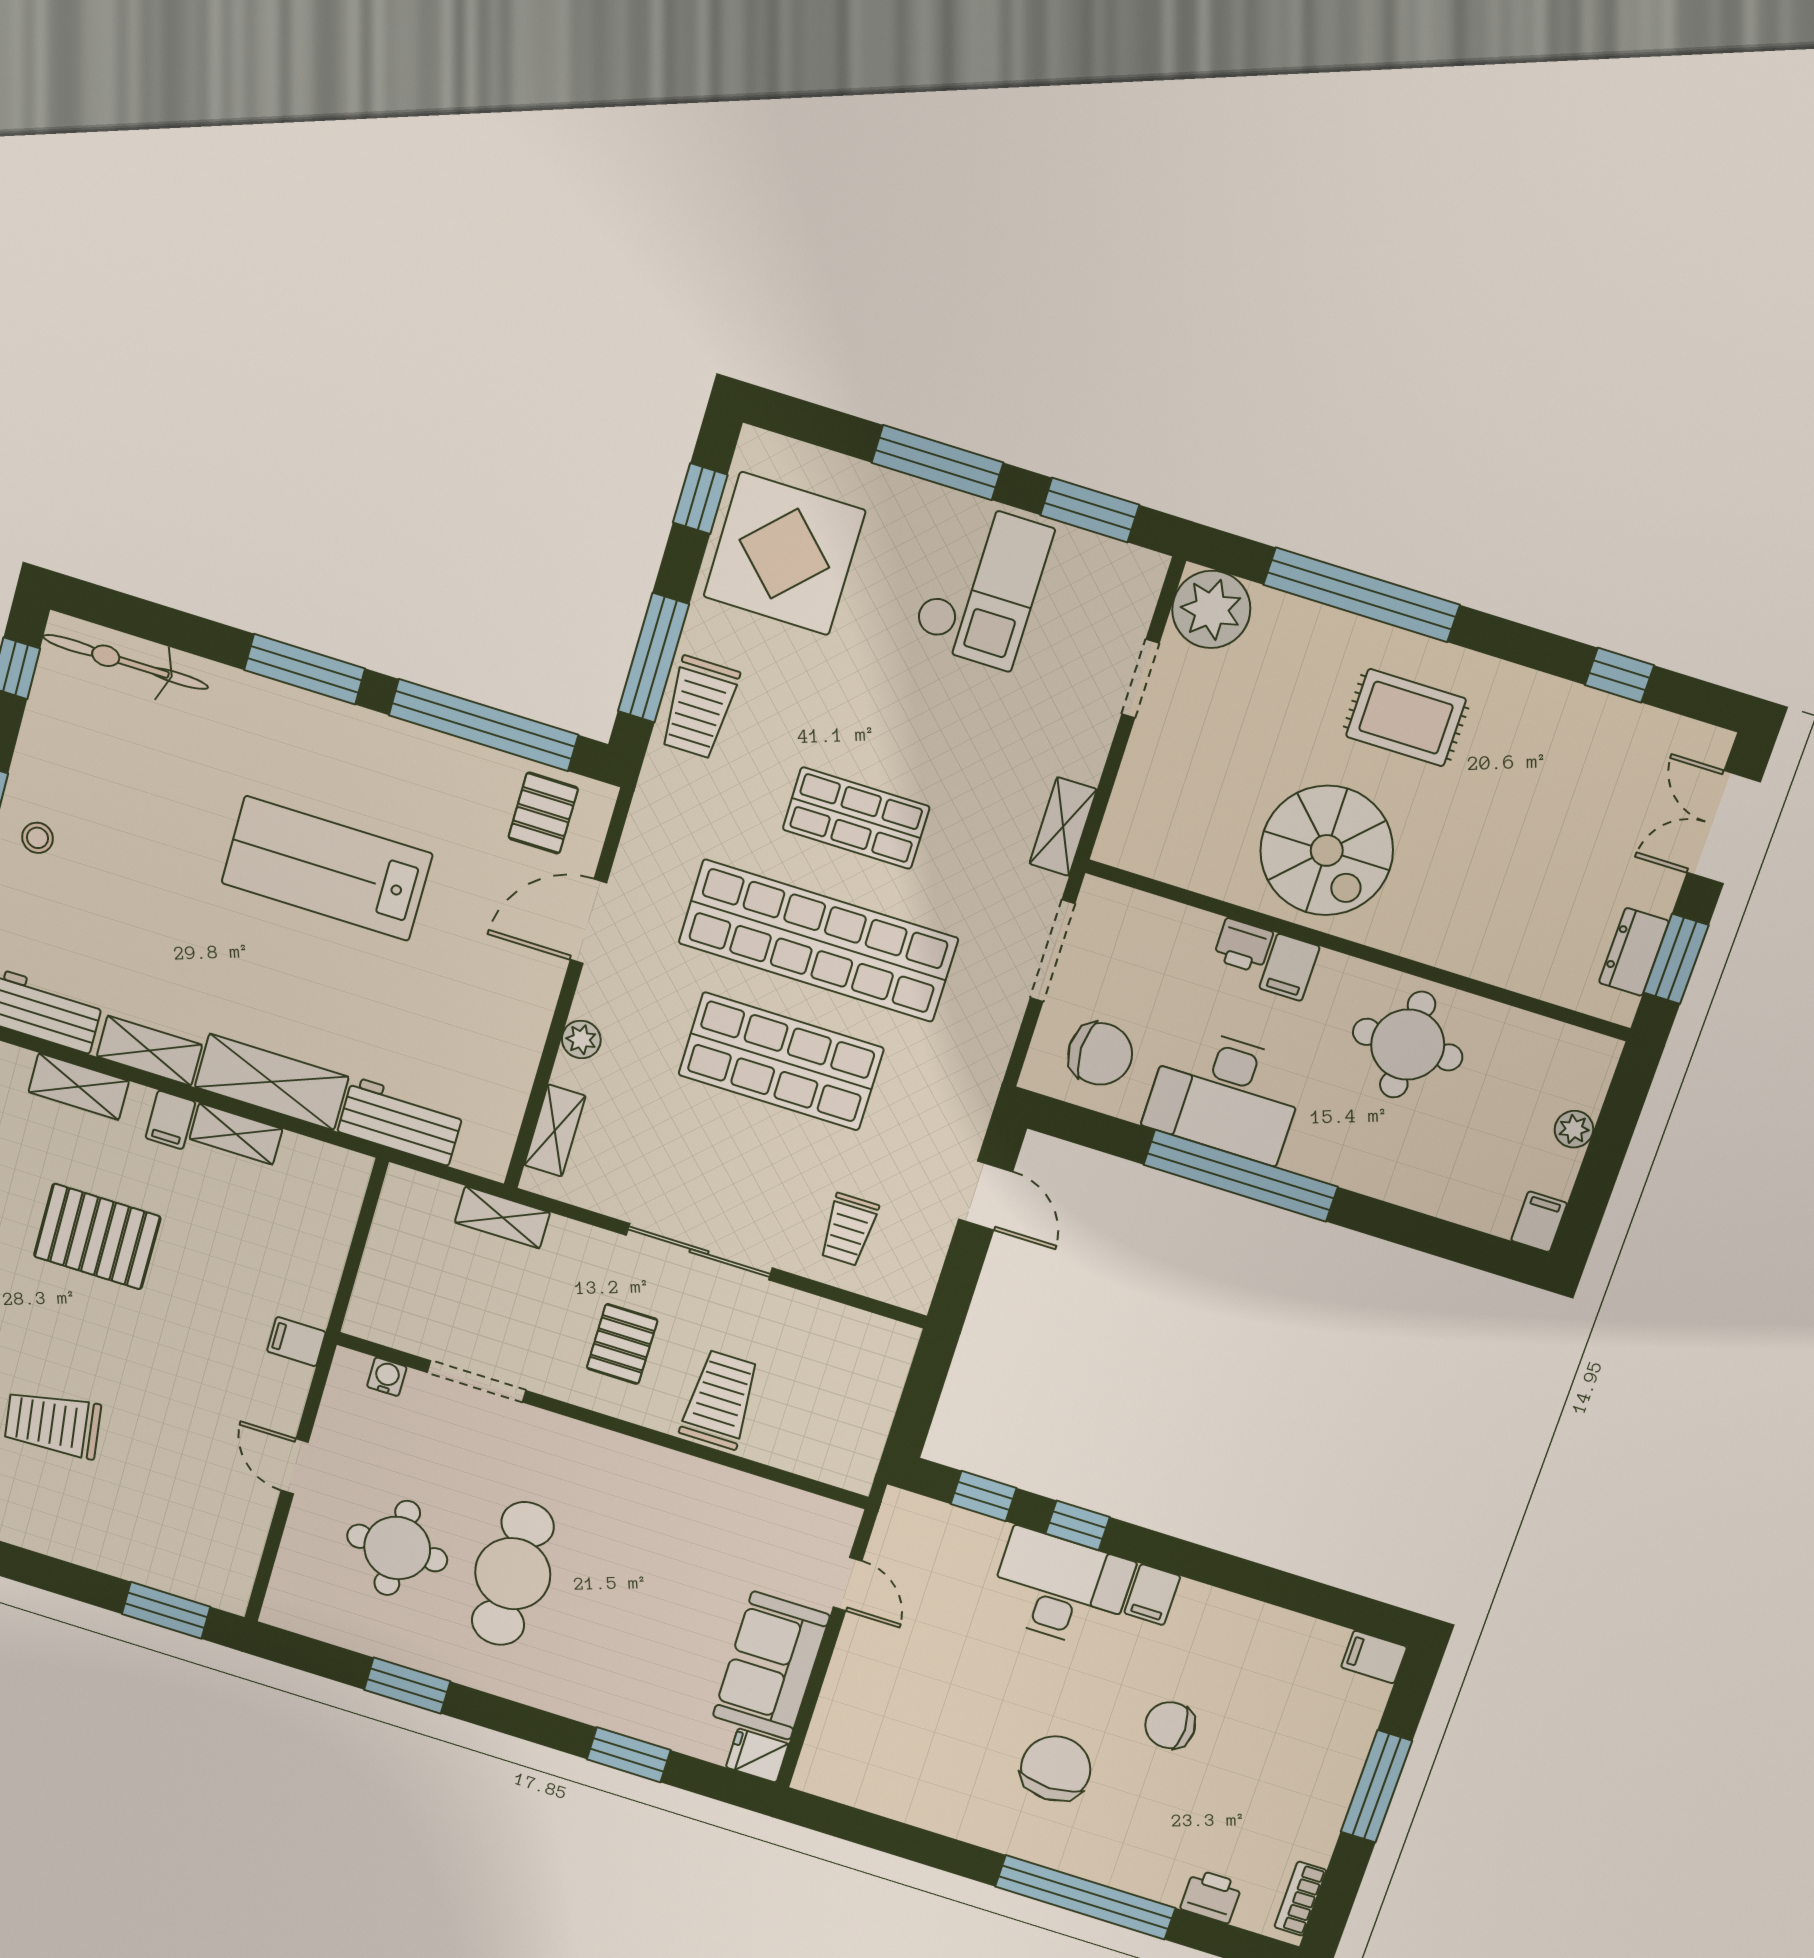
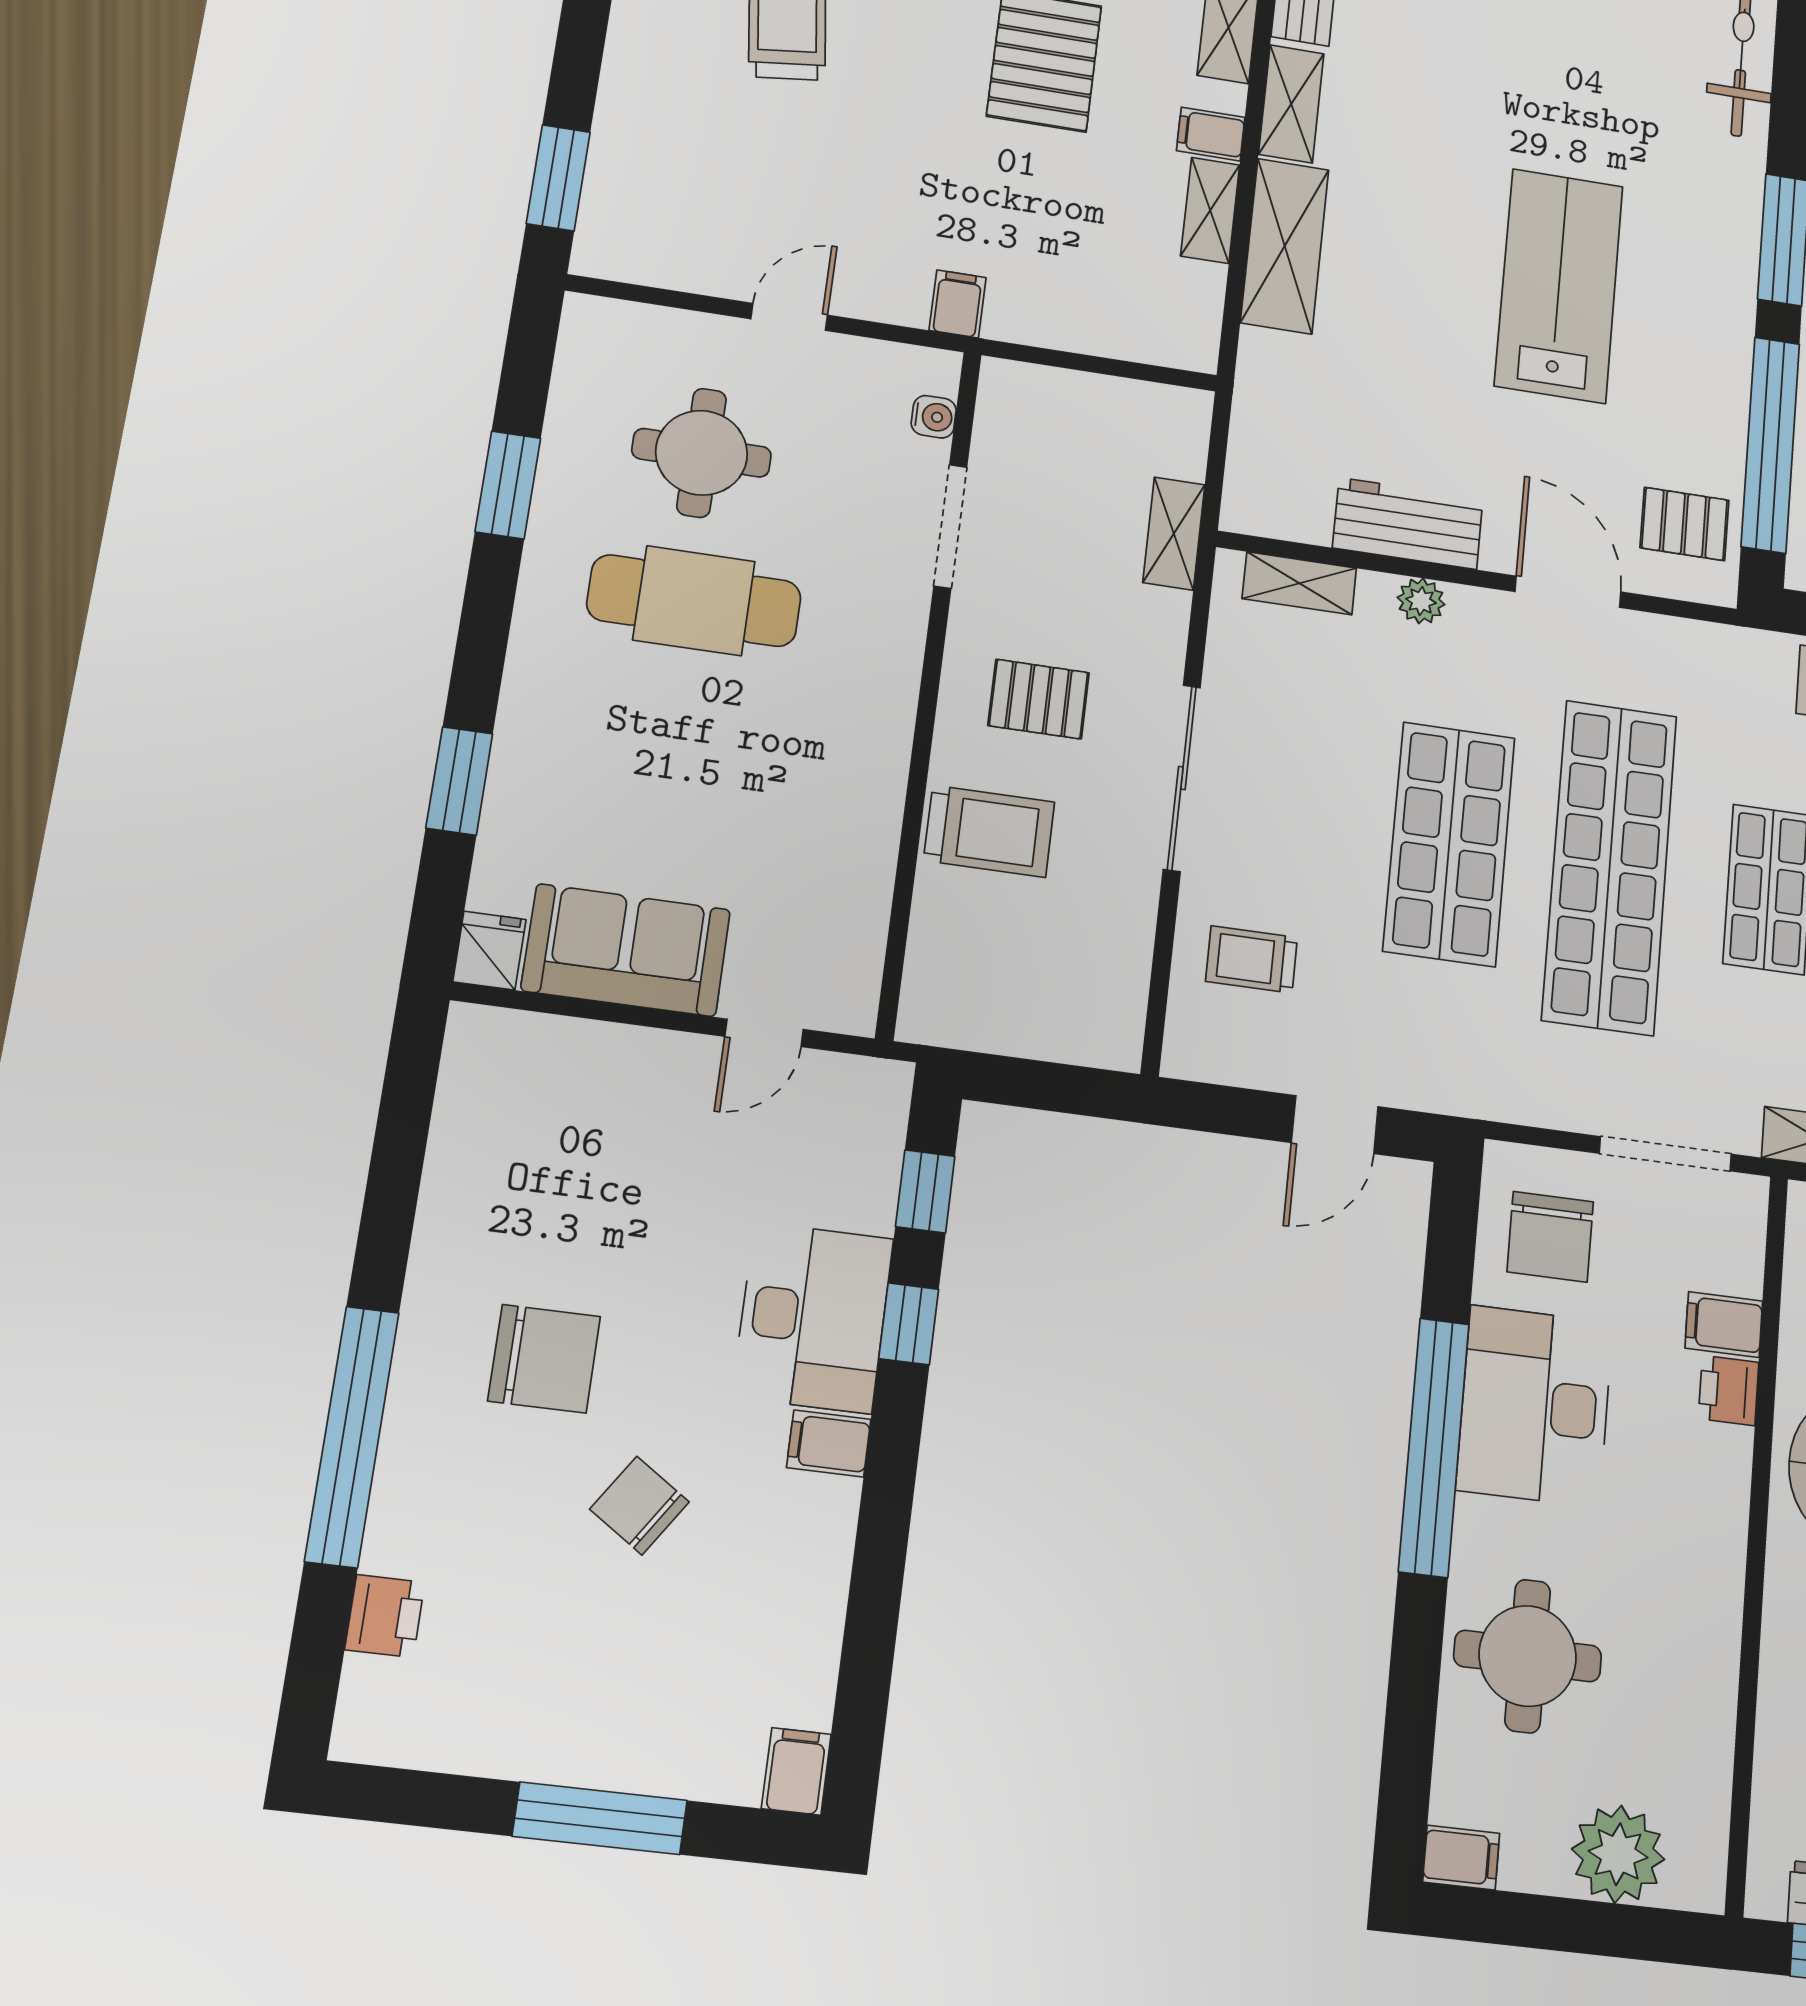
filing cabinet: (1289, 967) -> (1724, 1325), moved
round table: (1408, 1045) -> (1528, 1656), moved
workbench: (401, 1121) -> (1408, 523), moved, turned -90
plant: (1574, 1129) -> (1618, 1854), width x1.88, depth x1.88
chair: (1170, 1725) -> (639, 1506), turned -56
bookcase: (1300, 1899) -> (403, 1746), removed

